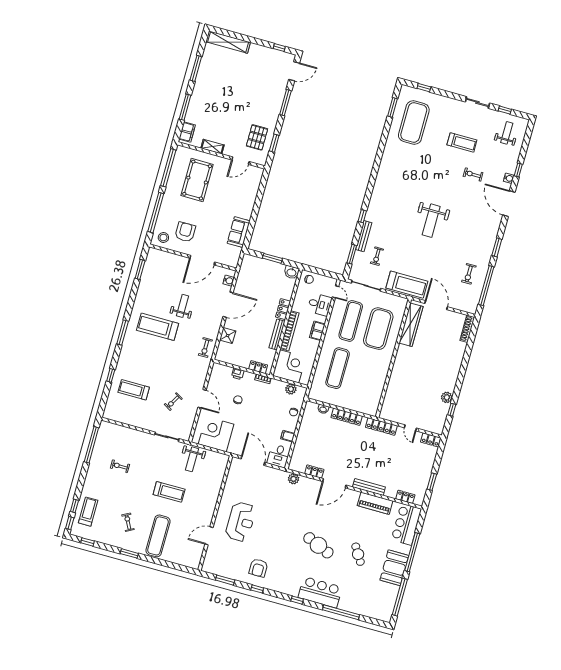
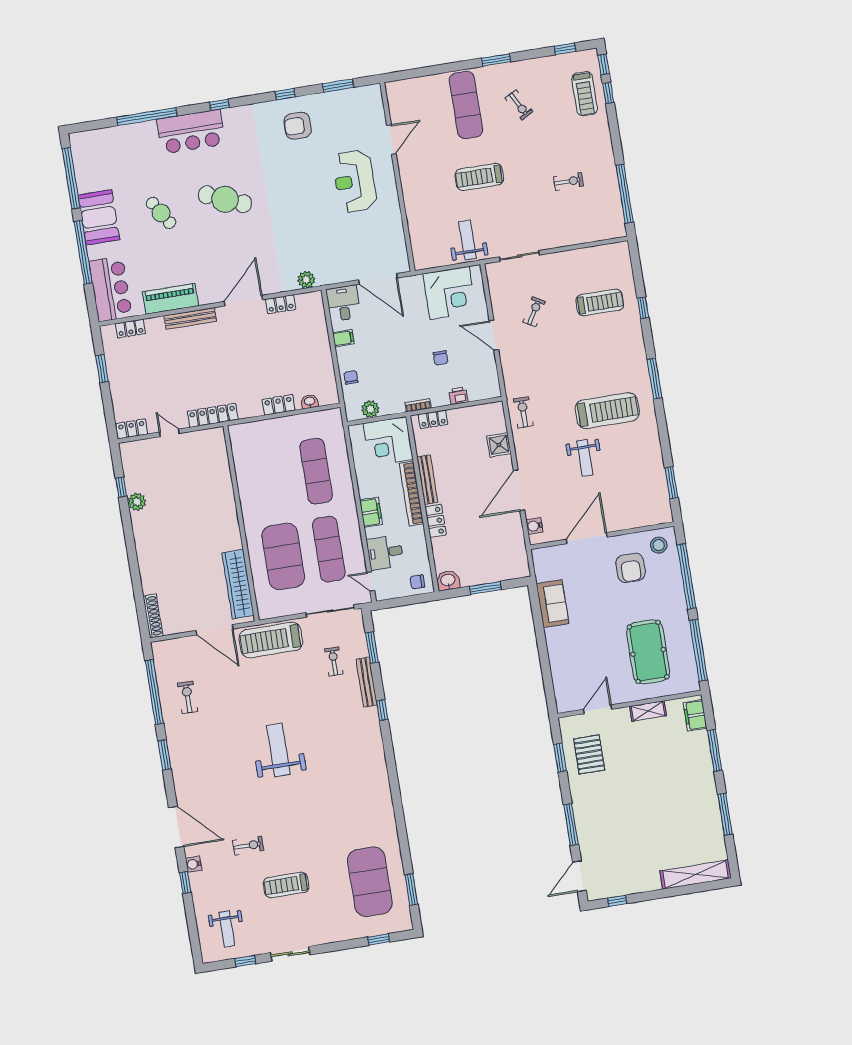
locker: (347, 417) -> (279, 405), width x0.66
armchair: (258, 568) -> (298, 126), turned -90

